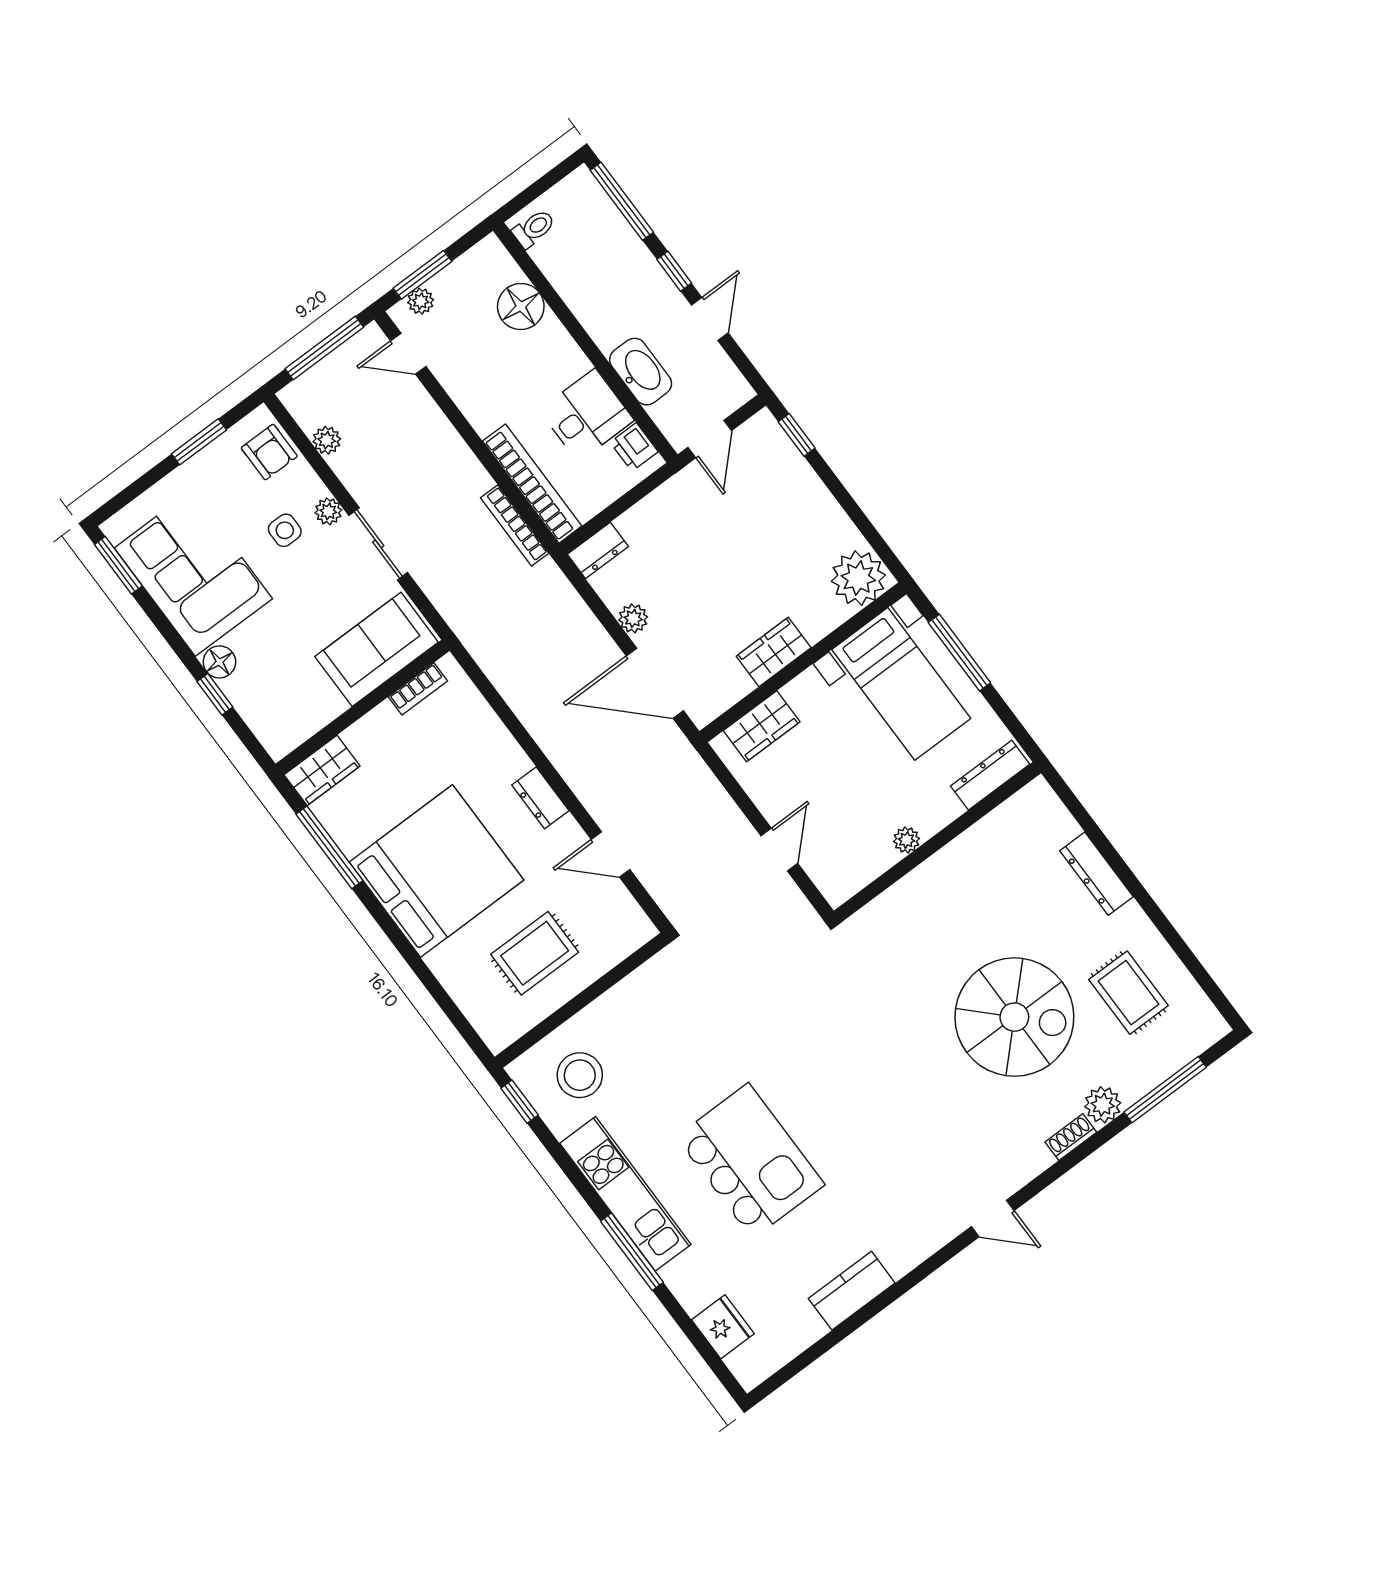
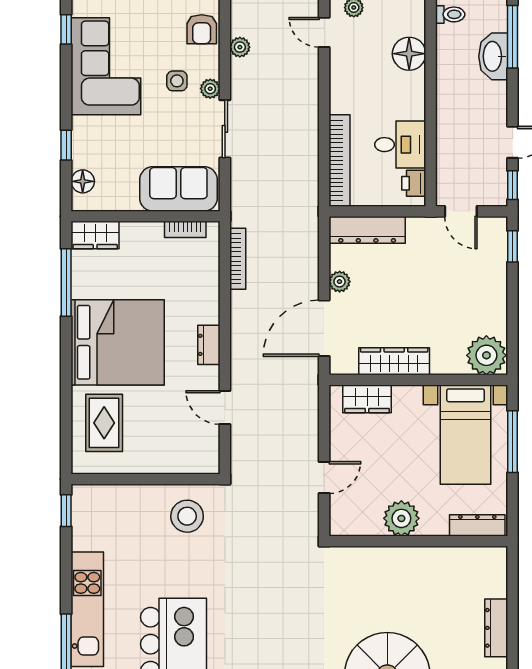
window: (674, 271) -> (513, 185), moved
washbasin: (641, 372) -> (493, 56), moved, turned 180
door: (710, 439) -> (461, 211), hinge flipped
bookcase: (515, 526) -> (238, 259), moved, turned 180
dresser: (598, 550) -> (367, 230), width x1.96, depth x1.24
window: (118, 565) -> (66, 29), width x0.67
wardrobe: (774, 652) -> (394, 361), width x1.50
floor lamp: (219, 662) -> (83, 181), moved
door: (655, 683) -> (324, 328), hinge flipped
plant: (906, 840) -> (401, 518), width x1.87, depth x1.87
rug: (535, 953) -> (104, 423), moved, turned 90
stool: (580, 1075) -> (187, 516), moved

